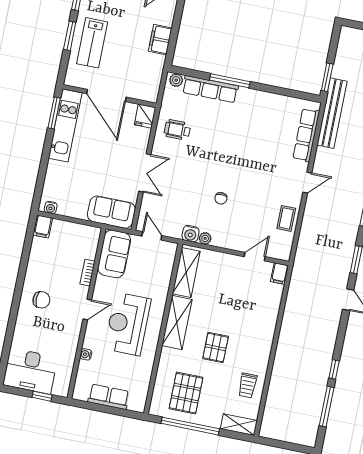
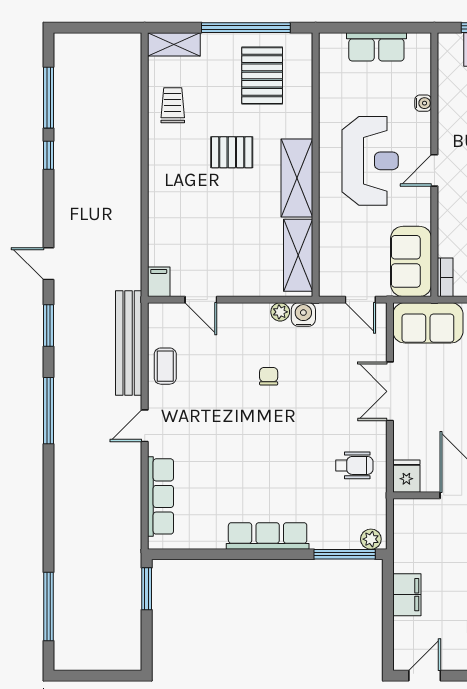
window: (230, 81) -> (345, 554), moved
row of seats: (210, 89) -> (268, 536), moved
bench: (332, 113) -> (129, 343), moved
door: (255, 257) -> (201, 300), hinge flipped
bookcase: (88, 273) -> (445, 277), moved
pallet: (216, 348) -> (232, 152), turned 90

